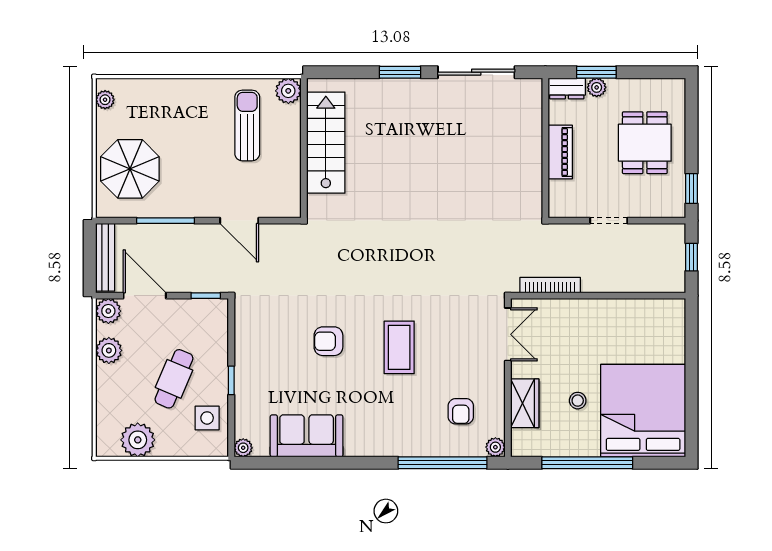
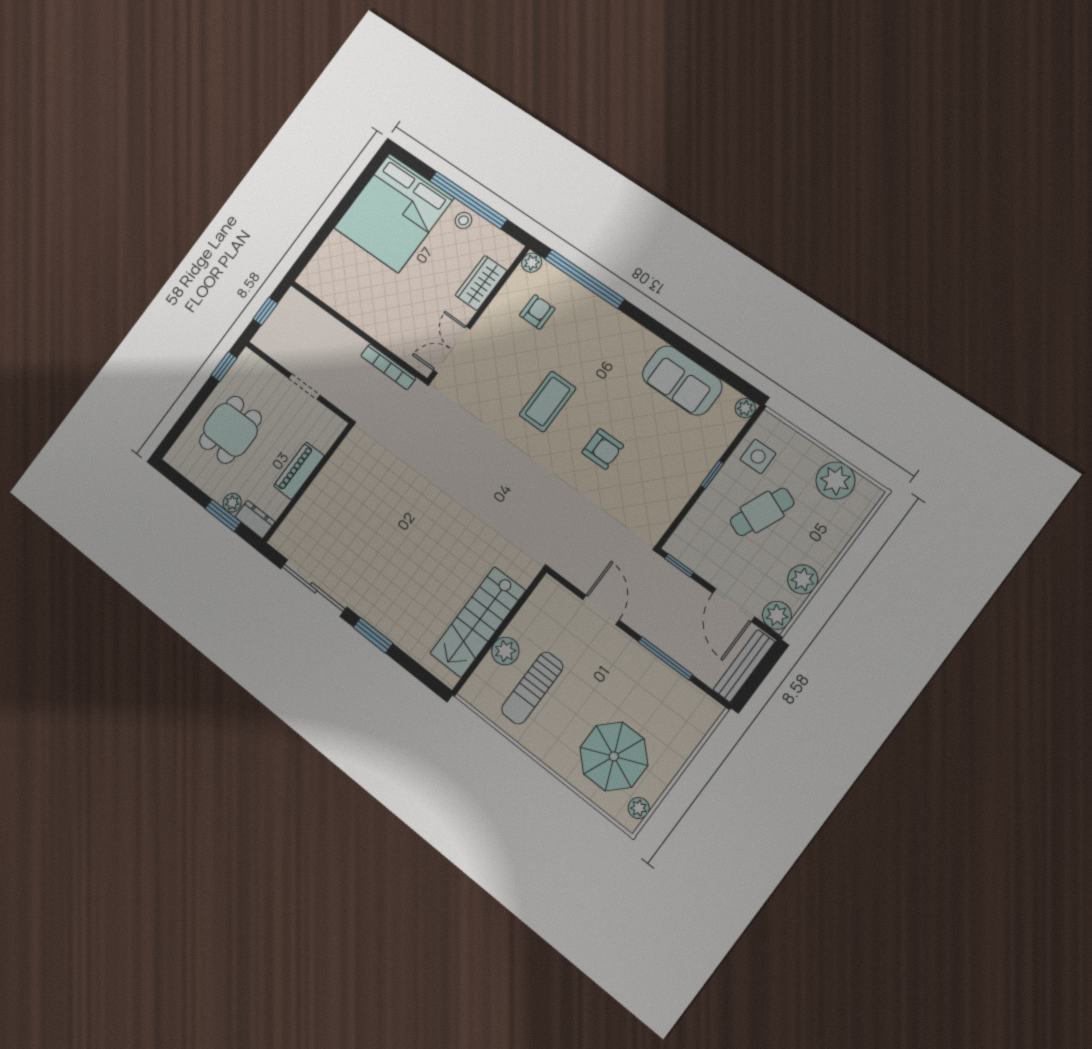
plant: (288, 91) -> (505, 651), moved
parasol: (130, 169) -> (614, 756), moved
stool: (578, 401) -> (463, 220), moved

